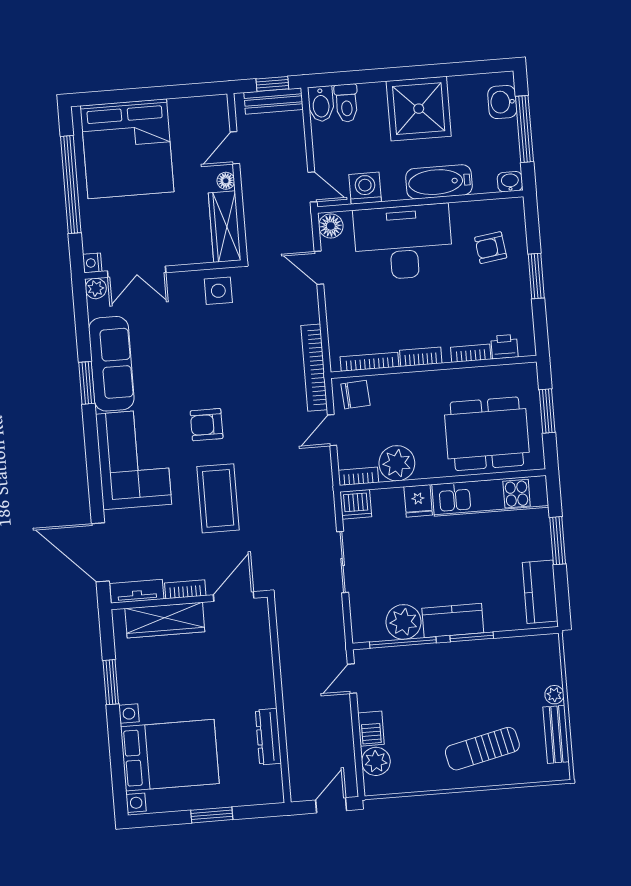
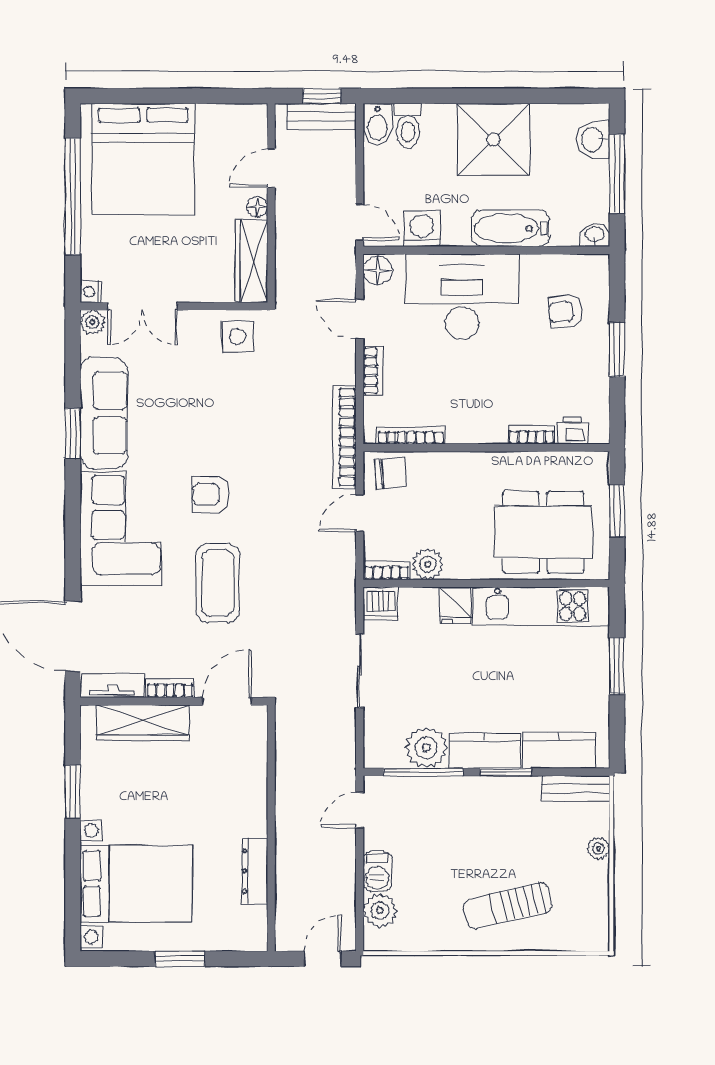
bookcase: (421, 357) -> (373, 371), moved, turned 90
plant: (397, 463) -> (428, 564), width x0.73, depth x0.73
kitchen counter: (540, 592) -> (559, 750), moved, turned 90
bench: (556, 734) -> (576, 788), moved, turned 90

